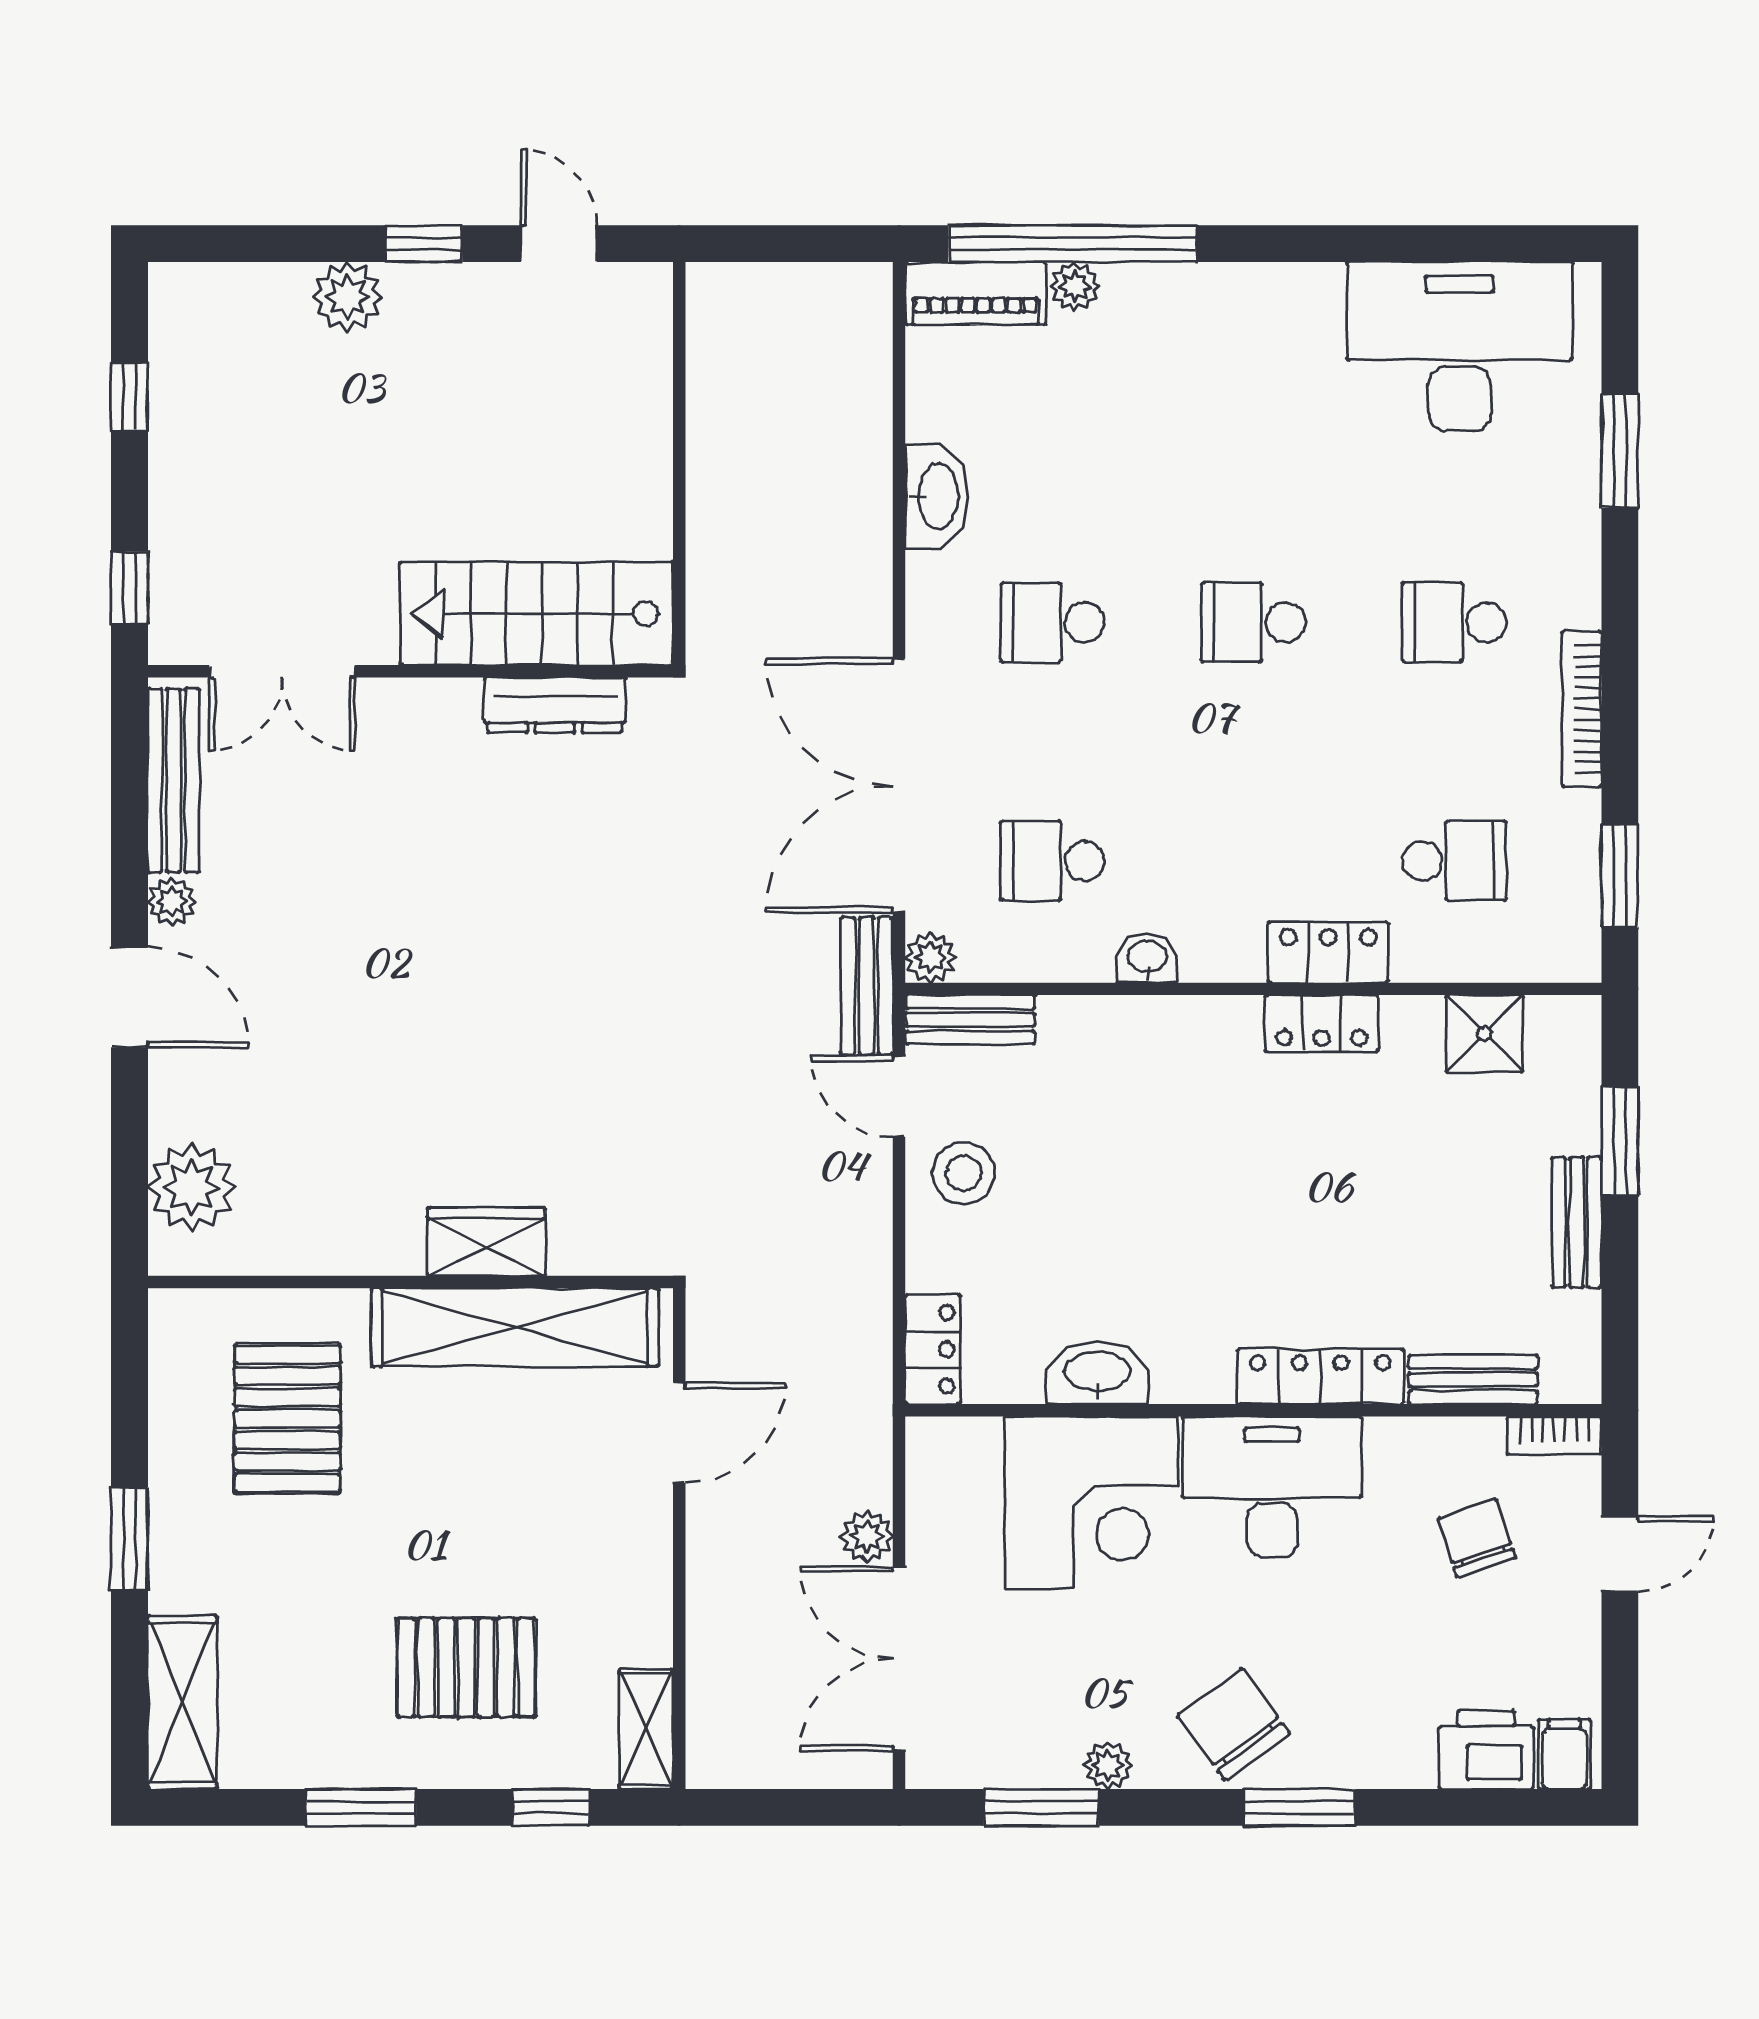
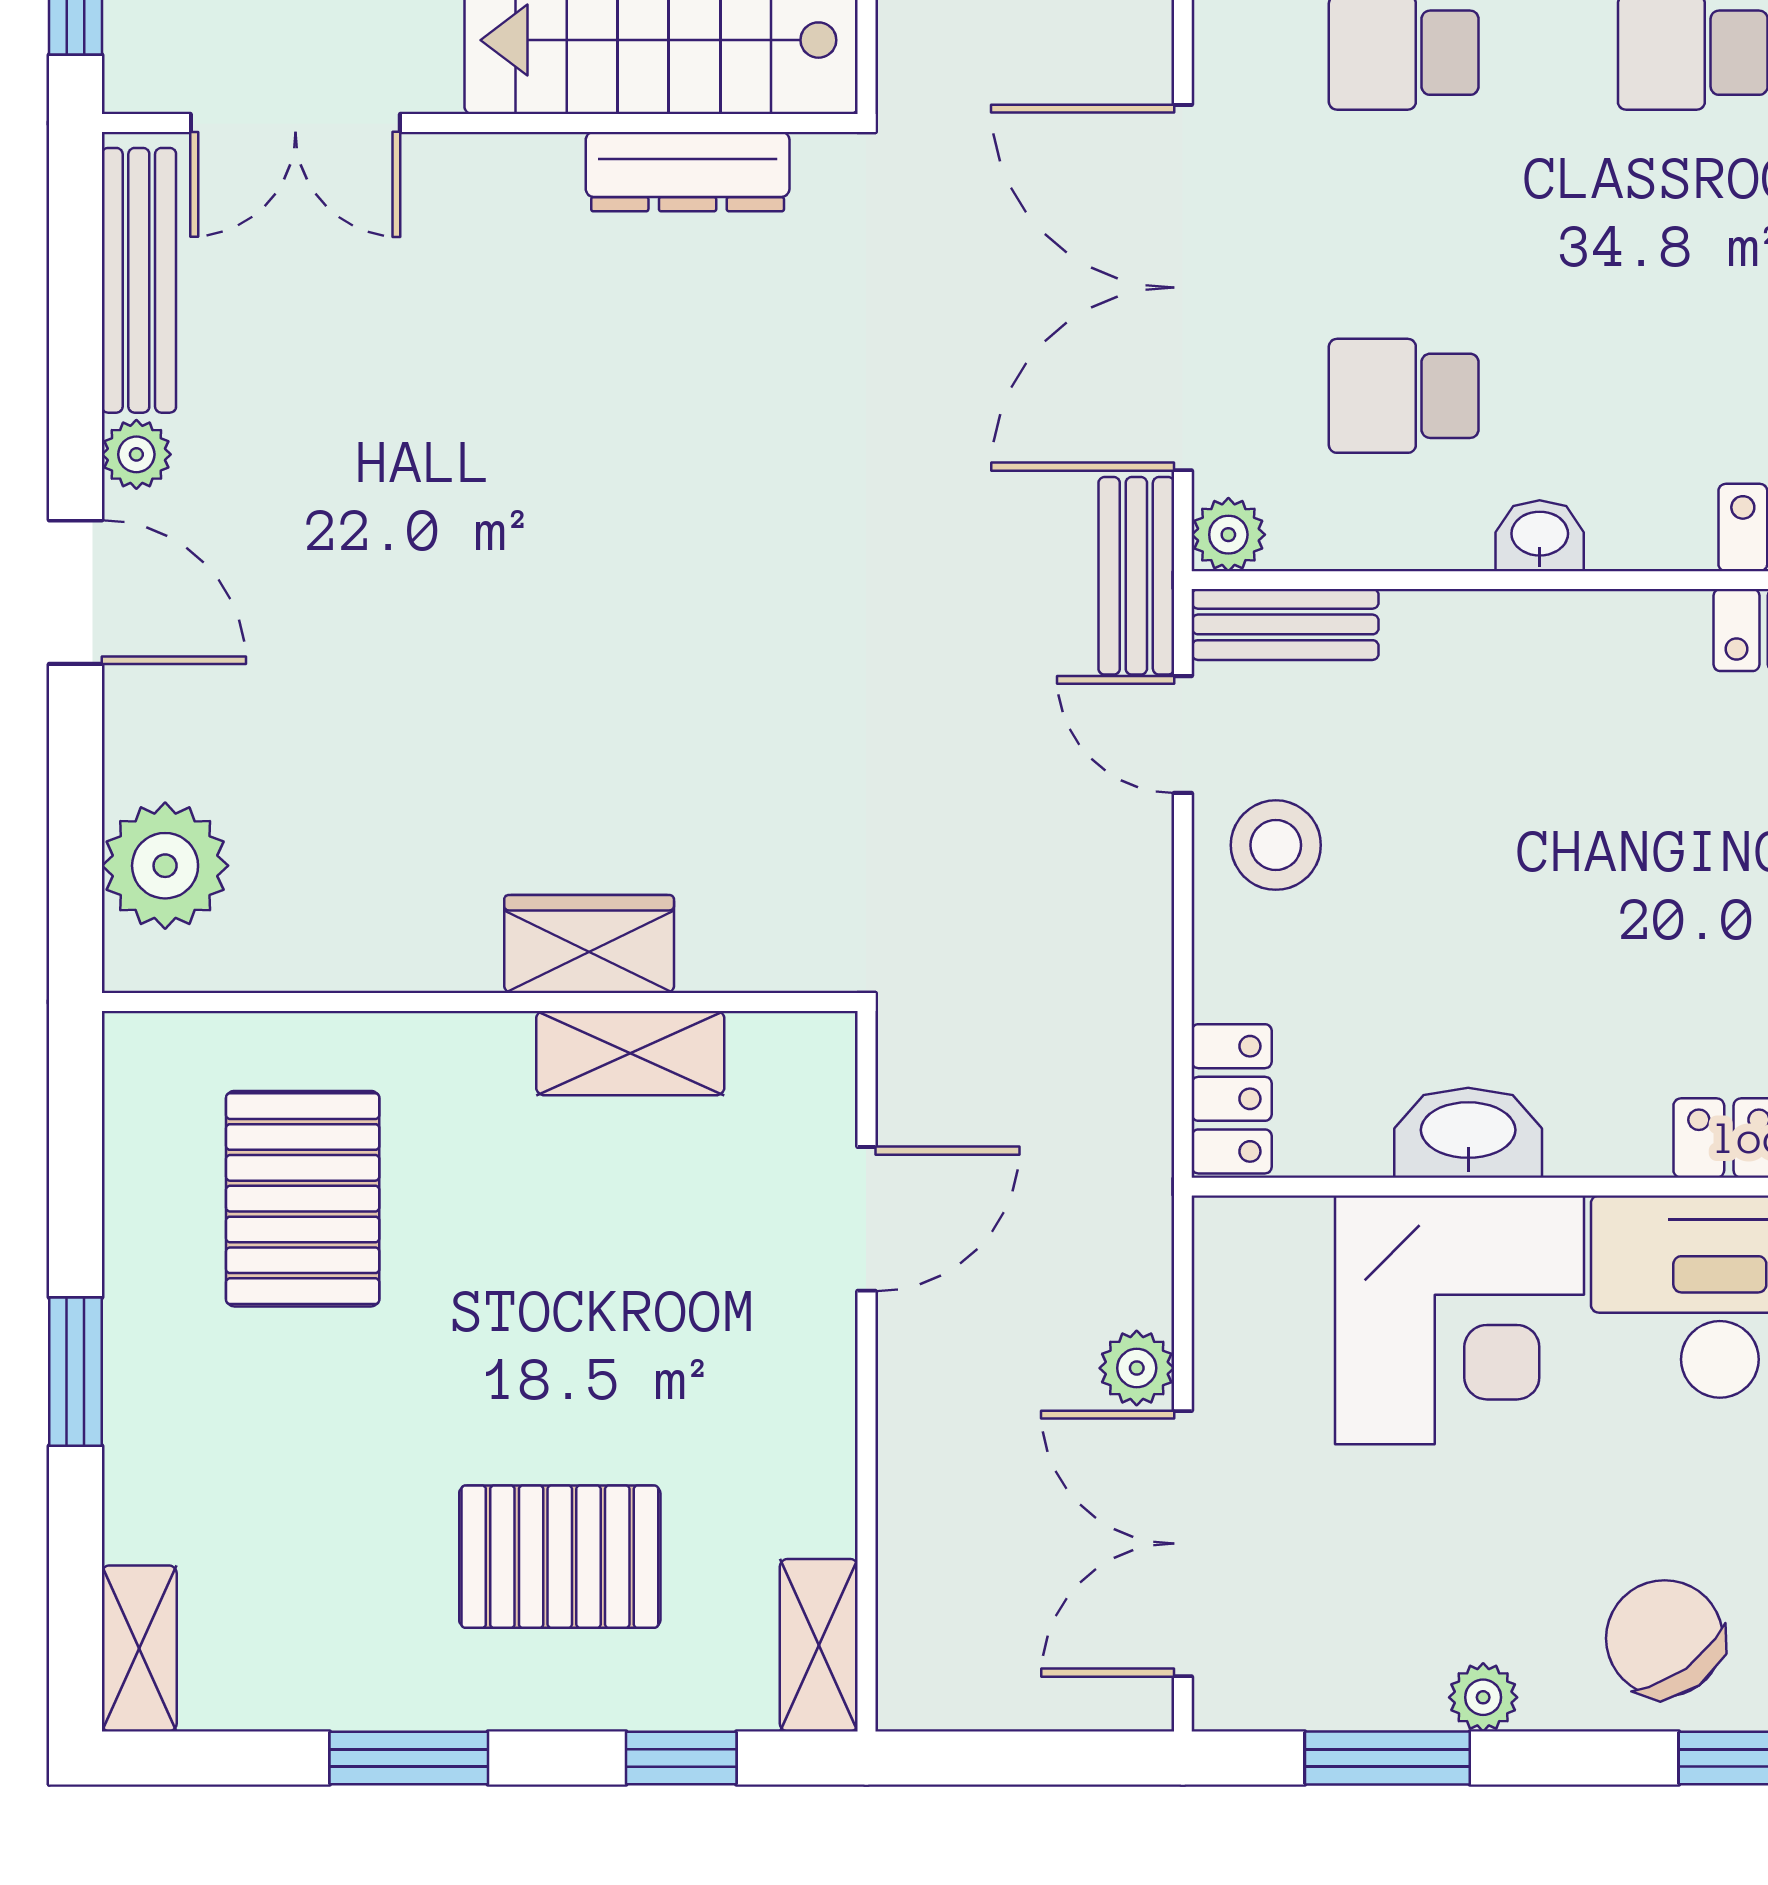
shelving: (515, 1327) -> (630, 1053), width x0.45, depth x0.75
shelving: (182, 1702) -> (139, 1648), width x0.67, depth x0.75

